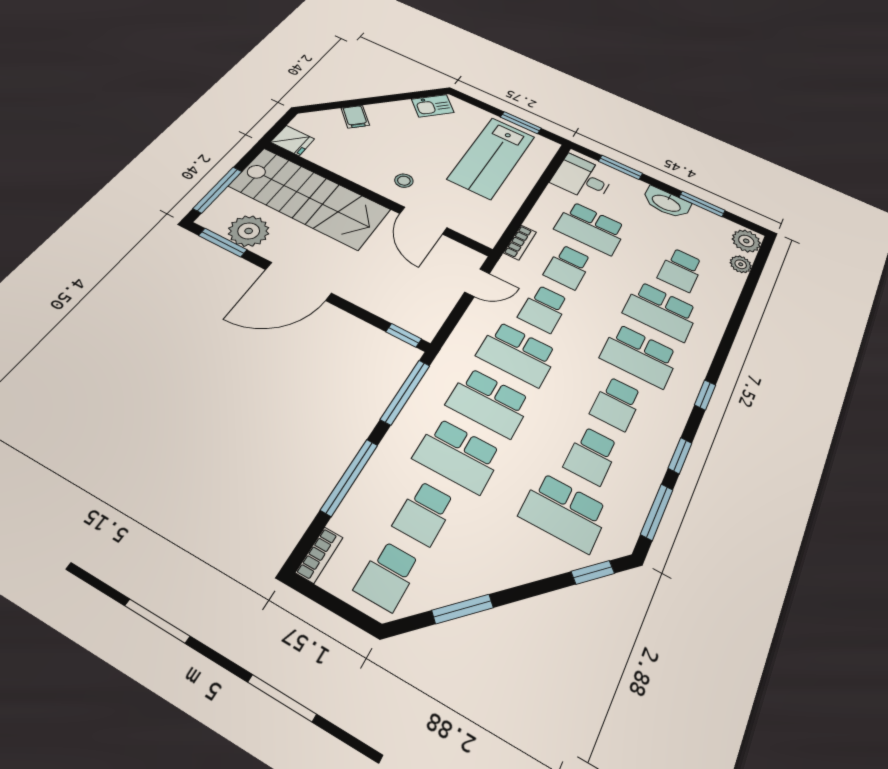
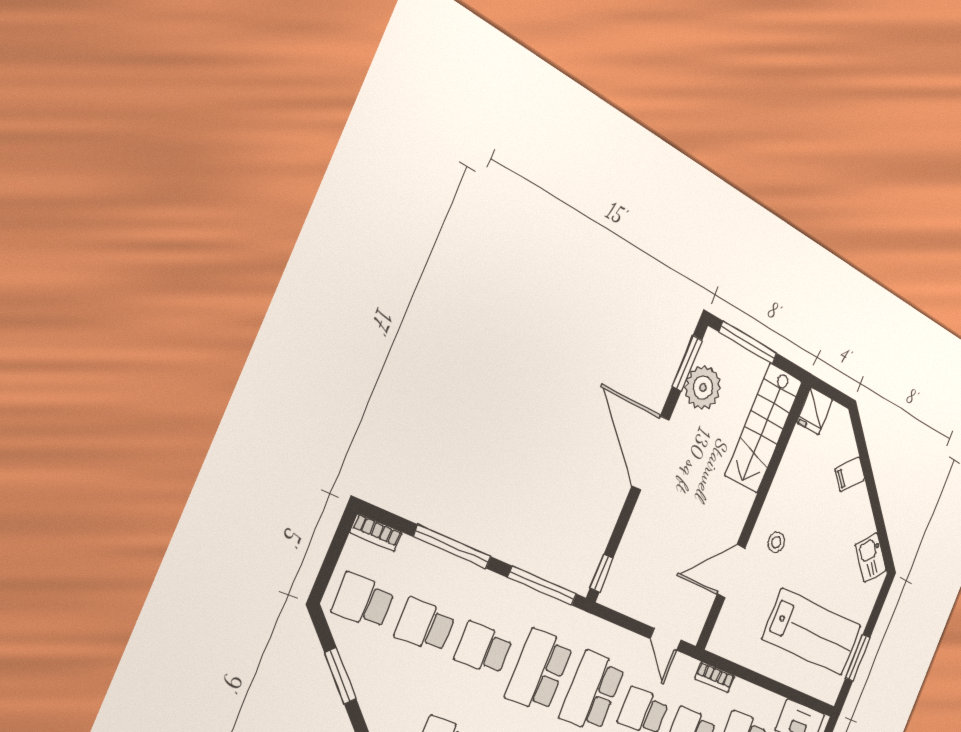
lab bench: (492, 158) -> (812, 632), turned 180
stairs: (309, 198) -> (764, 428), width x0.73, depth x0.66
school desk: (458, 455) -> (484, 649), width x0.54

